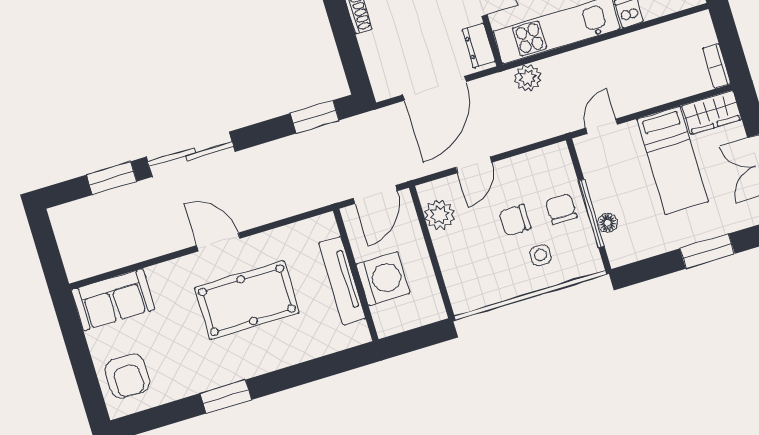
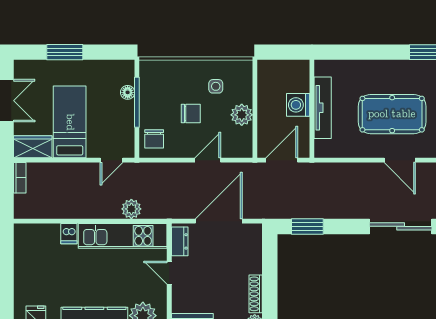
plant: (528, 78) -> (131, 209), moved
chair: (561, 209) -> (154, 139), moved
plant: (440, 215) -> (242, 115), moved
side table: (541, 255) -> (216, 86), moved
washing machine: (383, 279) -> (298, 105), width x0.73, depth x0.73

